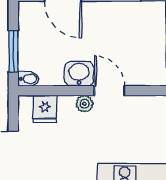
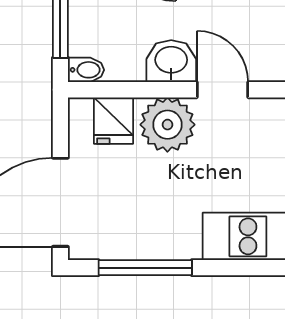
plant: (84, 104) -> (167, 125), width x1.88, depth x1.88

